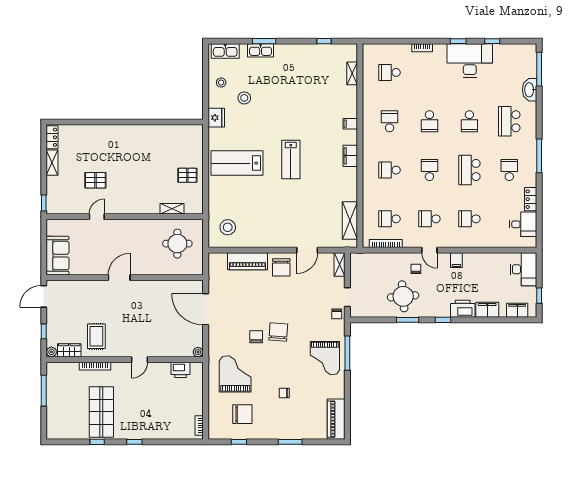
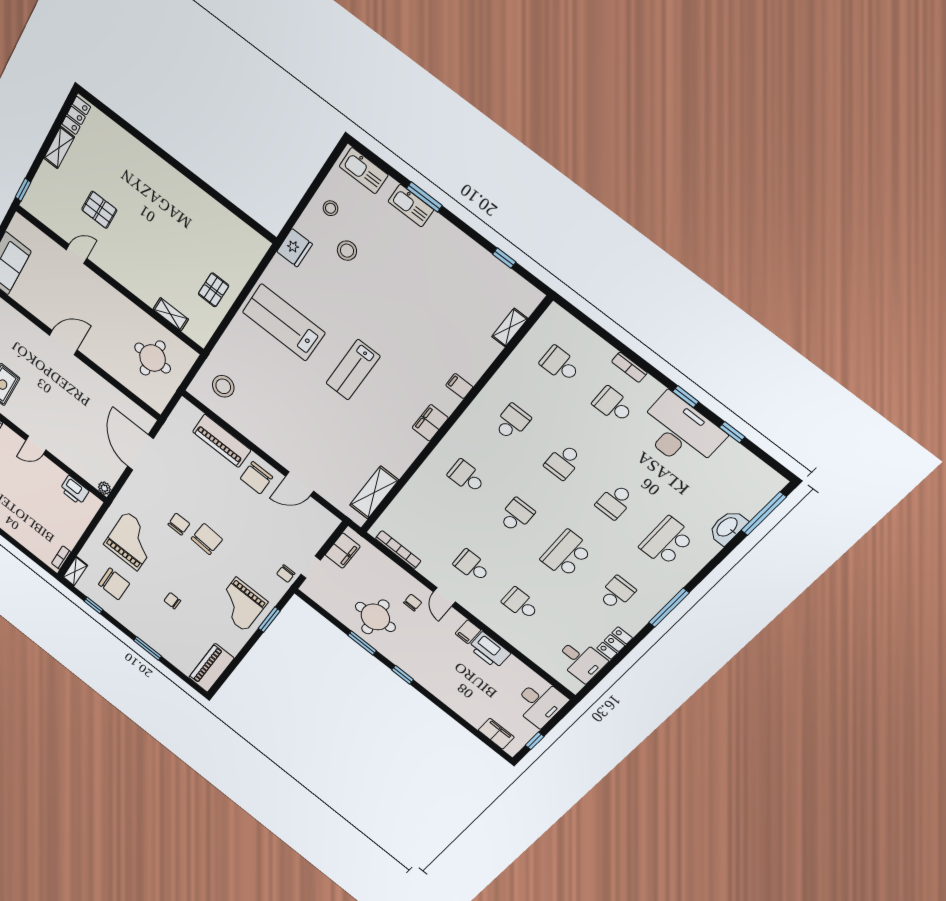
pallet: (187, 175) -> (214, 290), turned 90
school desk: (390, 219) -> (613, 405), moved
shelving: (340, 264) -> (75, 571), moved
printer: (463, 309) -> (489, 650), moved, turned 180
filing cabinet: (487, 310) -> (343, 551), moved, turned 90
window: (347, 353) -> (269, 620), width x0.69

